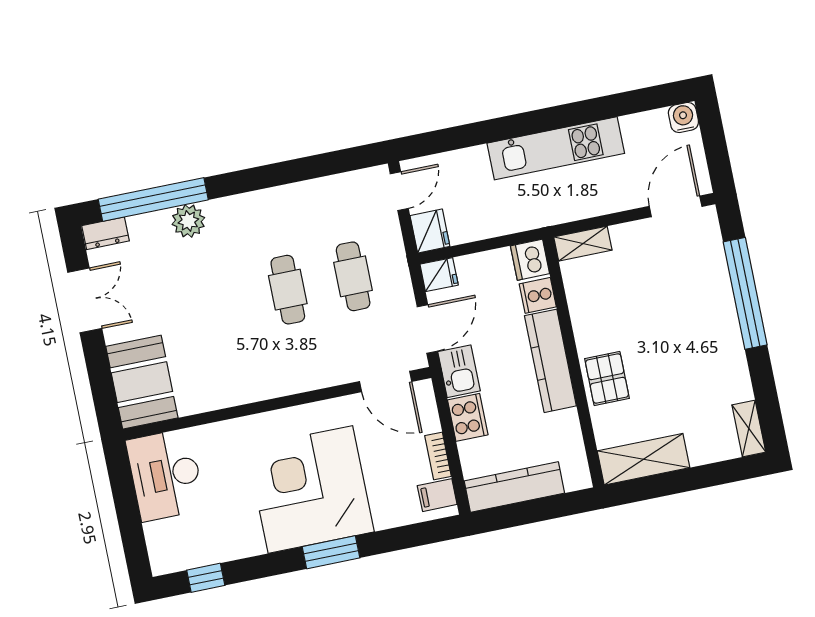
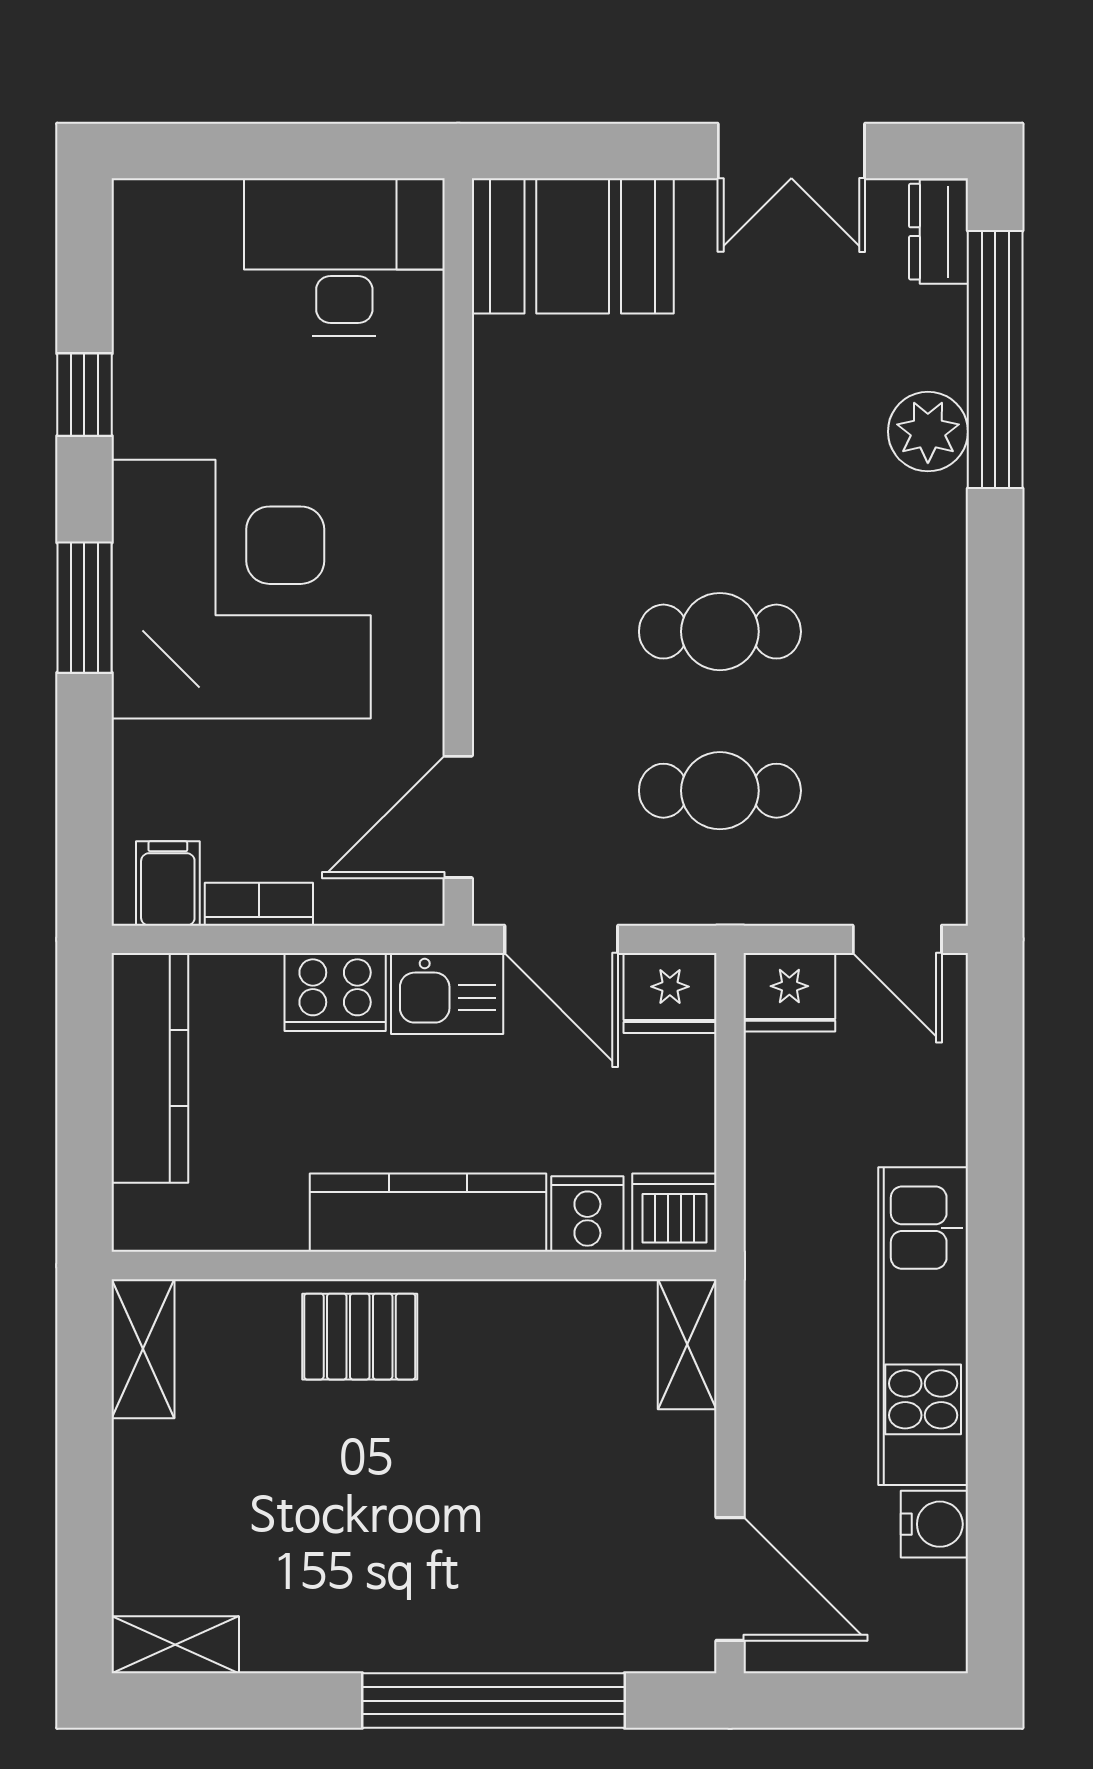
water cooler: (683, 117) -> (934, 1524), moved
fridge: (439, 275) -> (670, 993), width x1.38
shelving: (644, 459) -> (143, 1349), width x0.67, depth x0.75
window: (206, 578) -> (84, 395), moved

